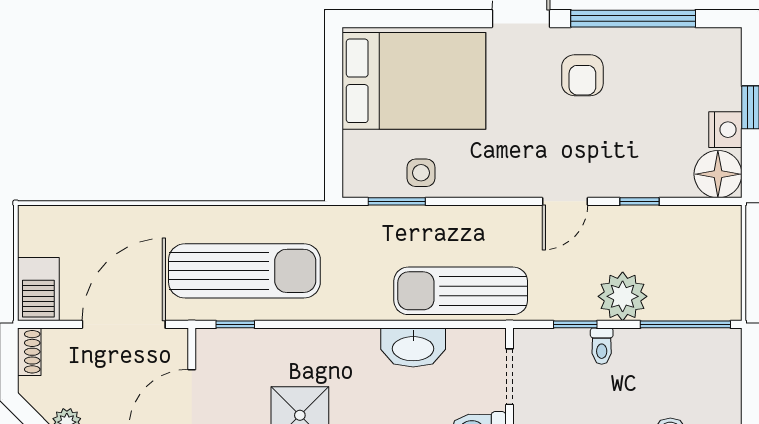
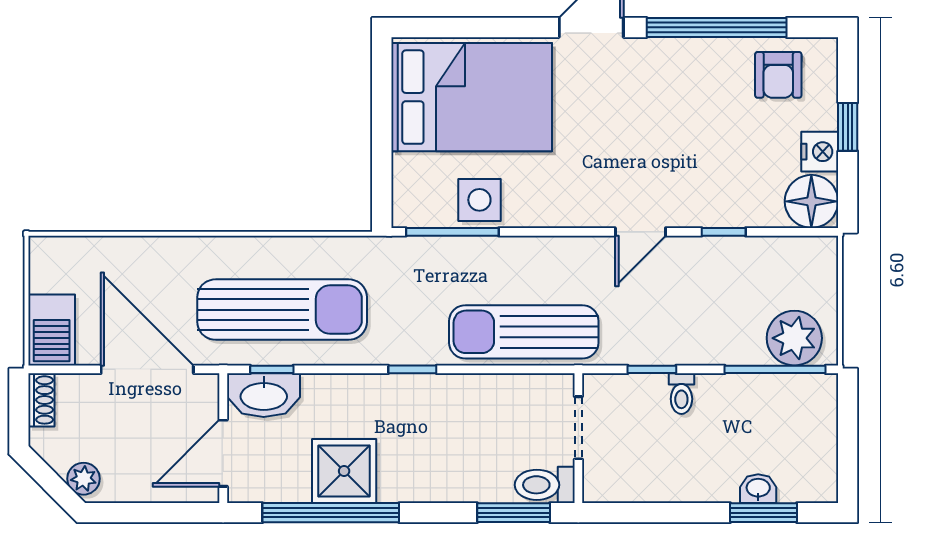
armchair: (582, 75) -> (778, 75), moved
side table: (421, 173) -> (479, 200), width x1.37, depth x1.37
window: (397, 201) -> (452, 232), width x1.44
plant: (623, 296) -> (794, 338), moved
door: (124, 324) -> (147, 369), hinge flipped
window: (361, 324) -> (412, 369), added
washbasin: (413, 347) -> (264, 395), moved

